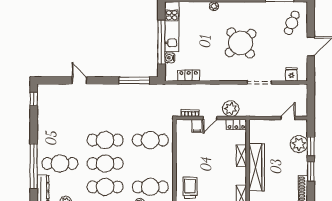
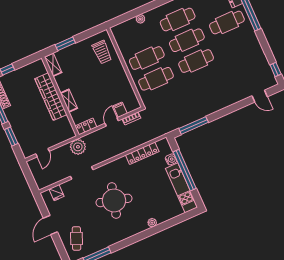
round table: (241, 43) -> (114, 200), turned -34
locker: (189, 76) -> (142, 153), width x1.53
door: (79, 80) -> (260, 96), moved
plant: (231, 109) -> (78, 147), moved
plant: (299, 144) -> (23, 134), removed
cafe table: (150, 187) -> (147, 58), moved

